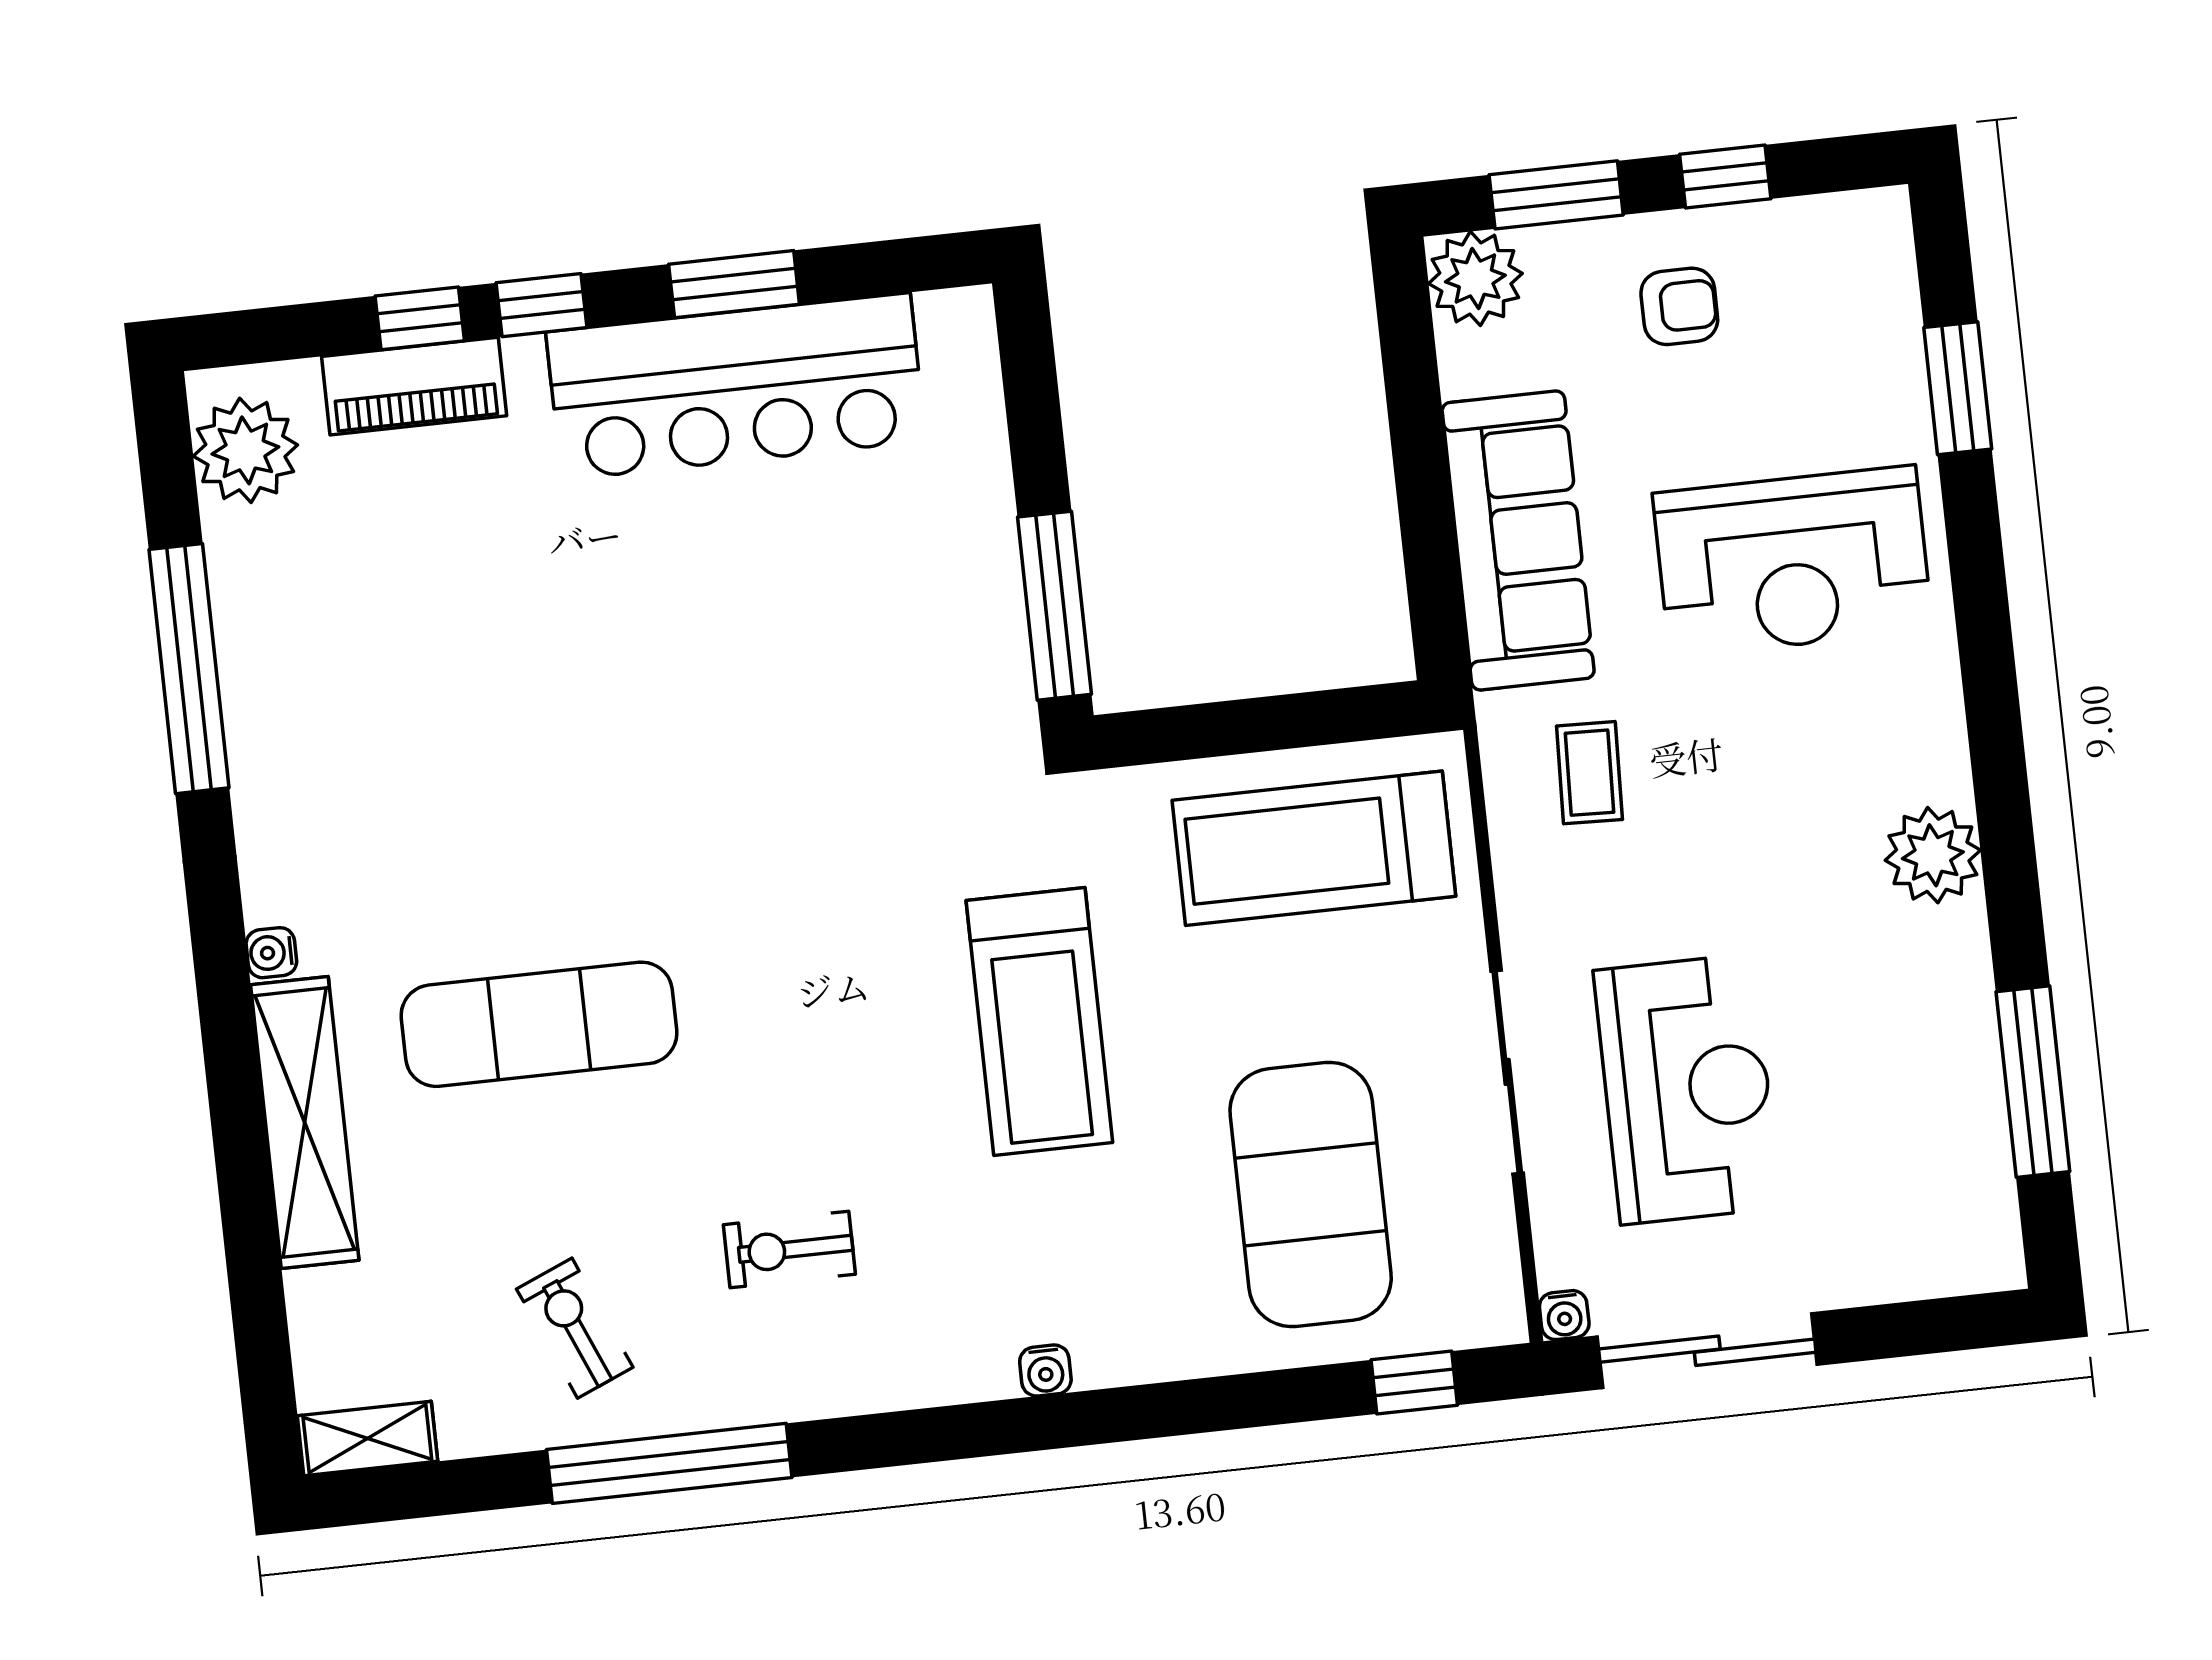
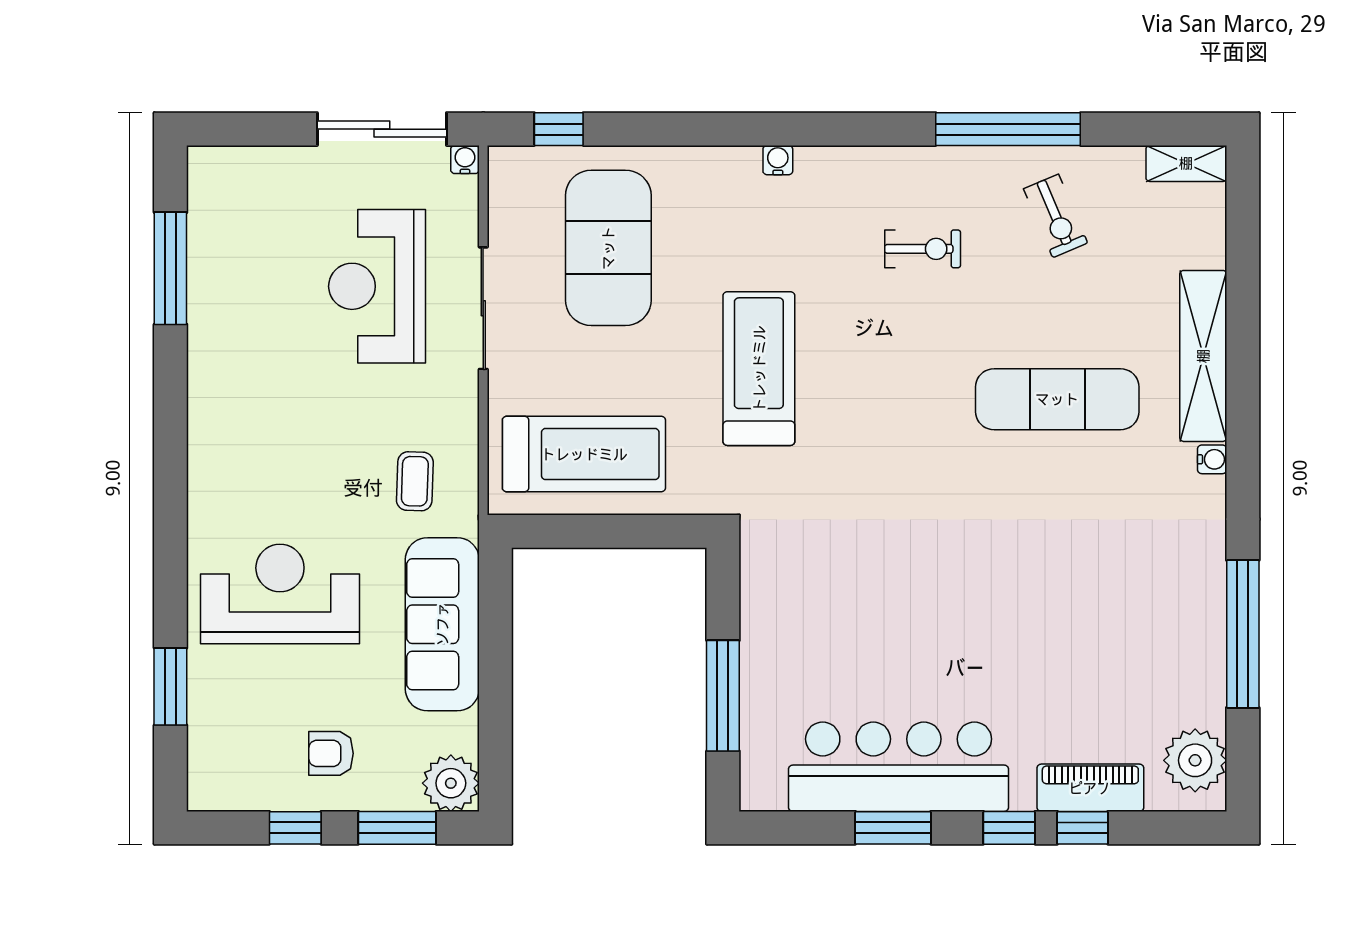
window: (1054, 606) -> (723, 696), moved
plant: (1933, 855) -> (215, 410), removed

